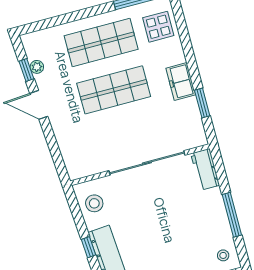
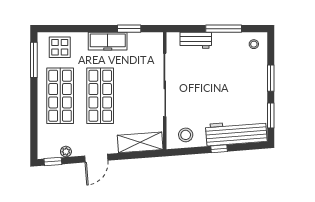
window: (26, 70) -> (53, 161), moved
freezer: (181, 82) -> (108, 41), width x1.40
shelving: (71, 152) -> (140, 142), added
workbench: (205, 169) -> (196, 40), moved

